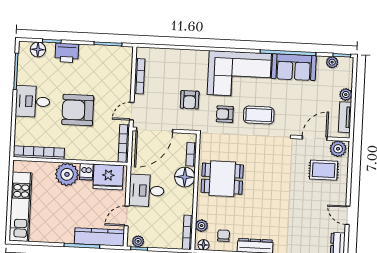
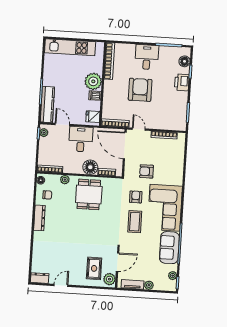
door: (315, 138) -> (118, 262), hinge flipped
fridge: (108, 177) -> (93, 117), width x0.53, depth x0.75
plant: (202, 226) -> (65, 180), moved

